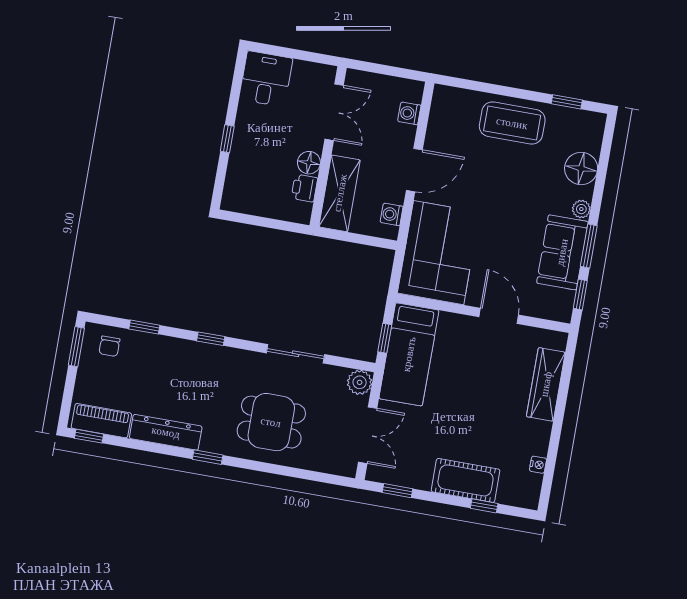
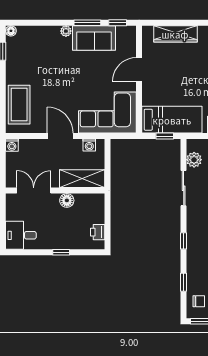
washing machine: (409, 113) -> (12, 145), moved
coffee table: (512, 123) -> (19, 105), moved
floor lamp: (581, 168) -> (11, 31), moved, width x0.53, depth x0.53
printer: (304, 188) -> (98, 232), moved, turned 90
plant: (360, 382) -> (194, 160), moved

